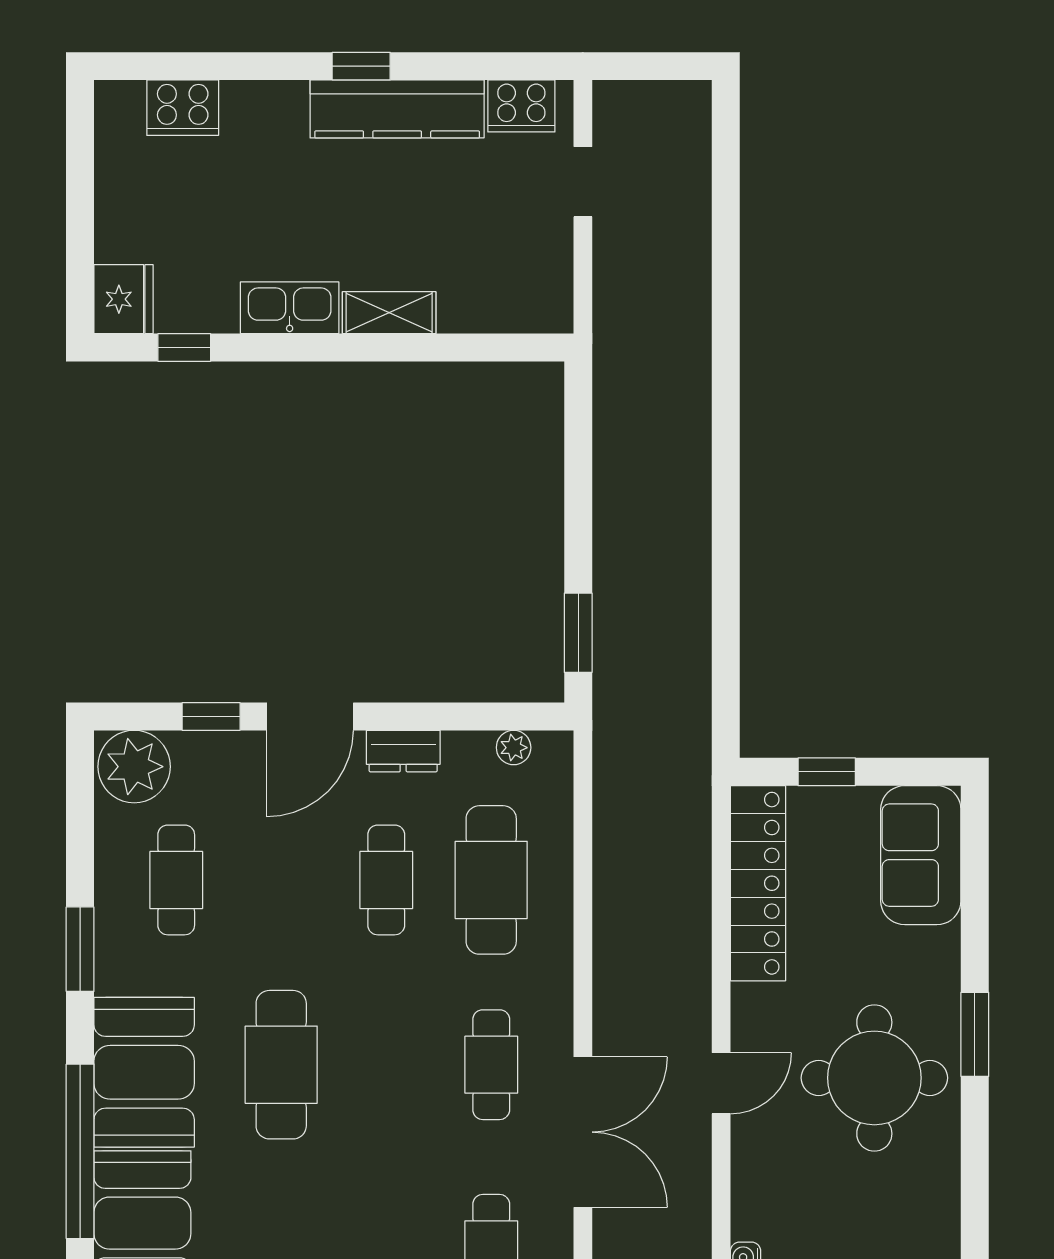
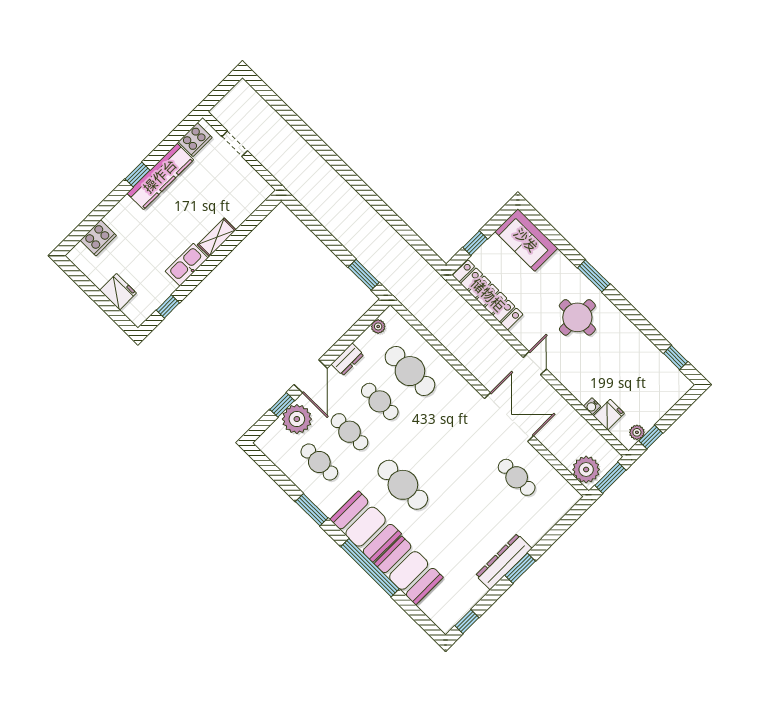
fridge: (124, 299) -> (118, 292), moved
plant: (134, 767) -> (297, 419), moved
cafe table: (491, 1065) -> (350, 432), moved
round table: (874, 1078) -> (577, 317), width x0.73, depth x0.73

